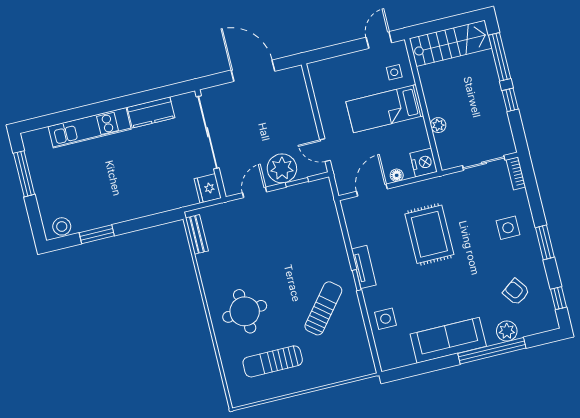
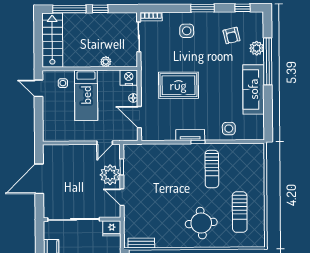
armchair: (516, 292) -> (232, 36), turned -67
sun lounger: (323, 308) -> (212, 169), turned -129

